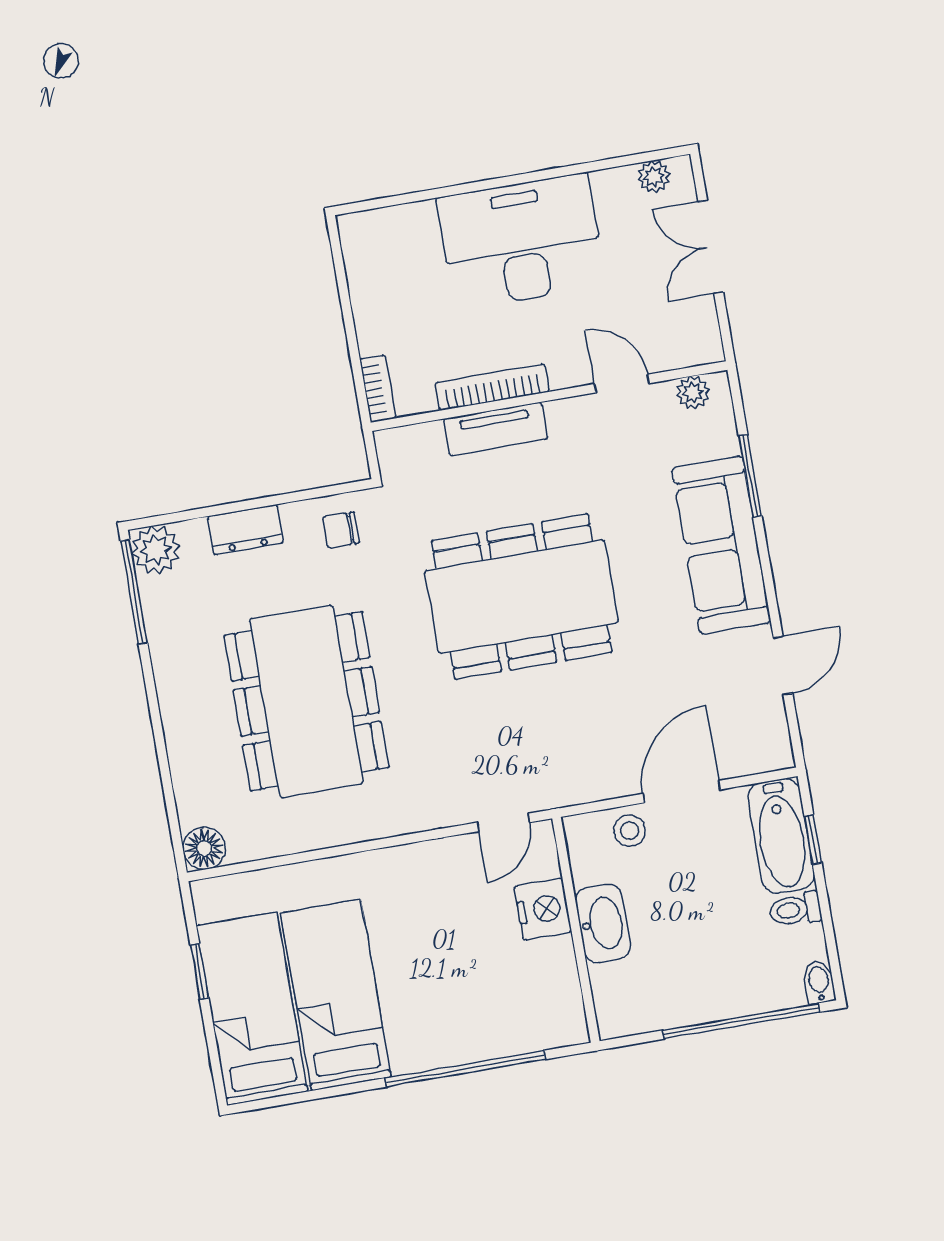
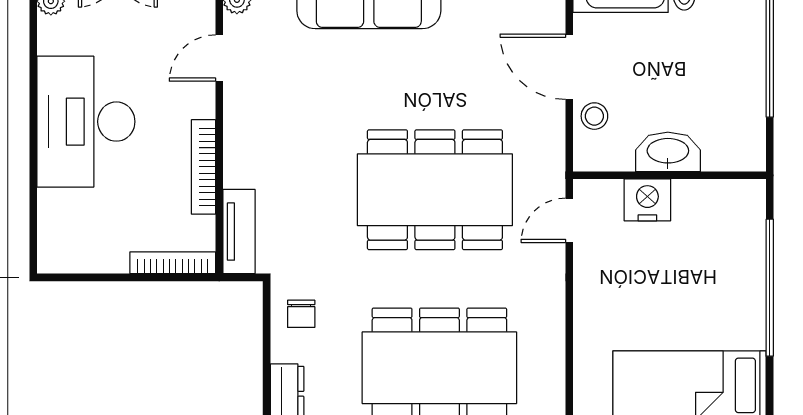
bookcase: (378, 389) -> (173, 263), width x1.56
tv unit: (496, 429) -> (239, 232), moved
dining table: (522, 597) -> (435, 190), moved, turned 90
door: (503, 822) -> (569, 220), swing flipped

